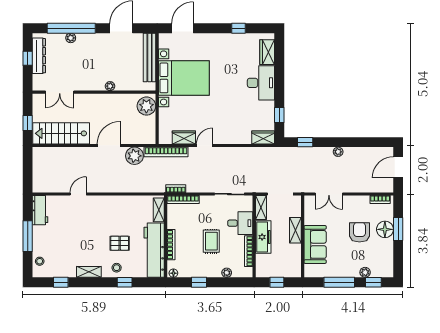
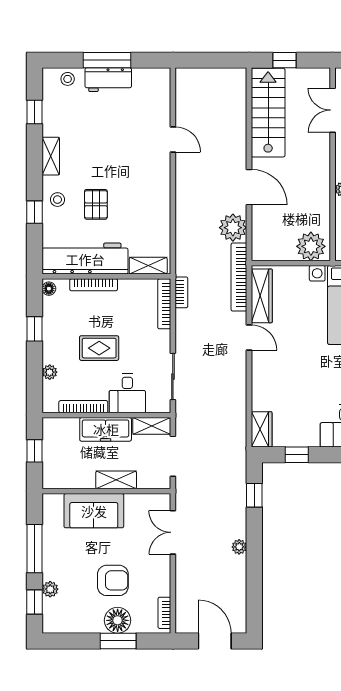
wardrobe: (184, 137) -> (262, 296), width x1.50
workbench: (40, 210) -> (108, 80), moved

